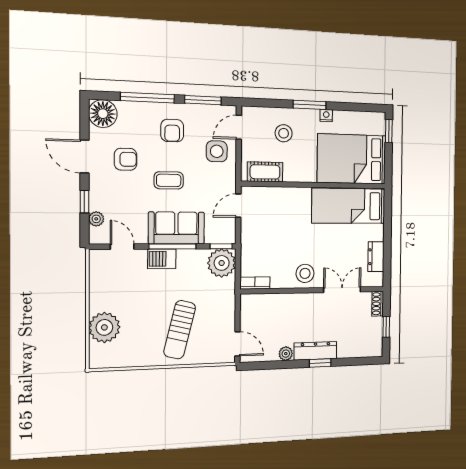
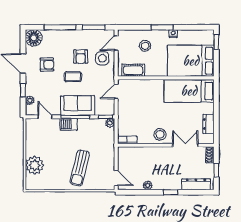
armchair: (172, 131) -> (81, 57), moved
plant: (222, 263) -> (110, 123), width x0.53, depth x0.53
dresser: (315, 351) -> (196, 184), moved

